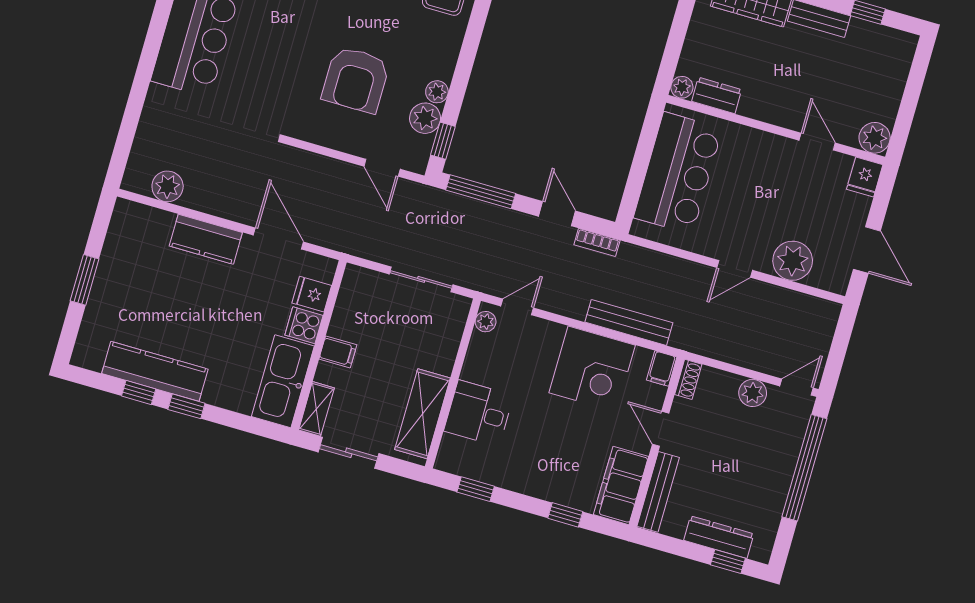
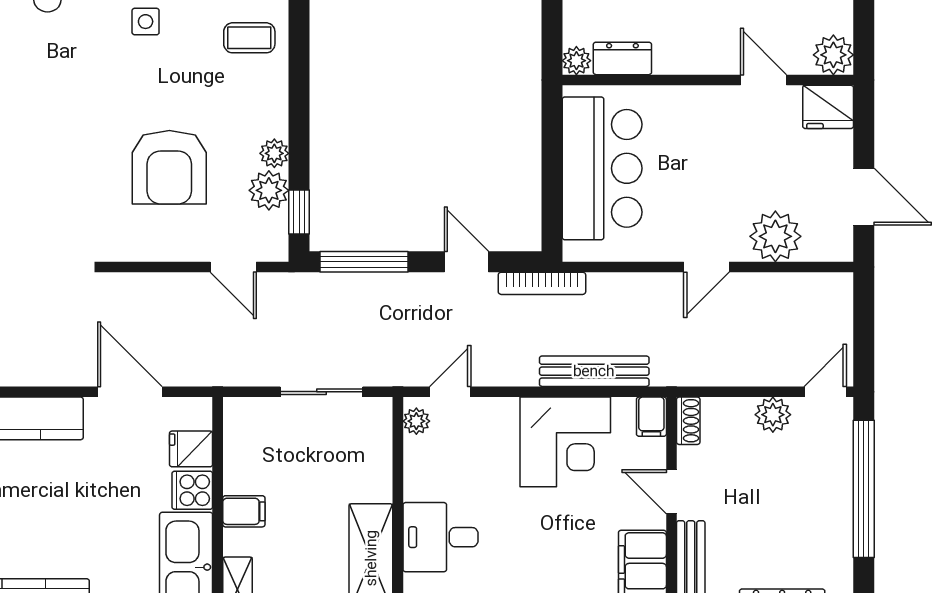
fridge: (865, 177) -> (828, 107), width x1.38
bookcase: (597, 242) -> (542, 283), width x1.56

